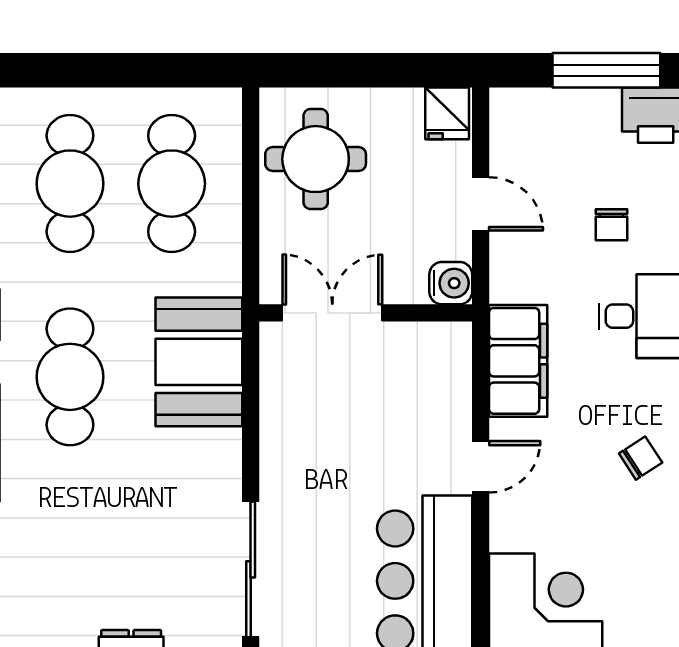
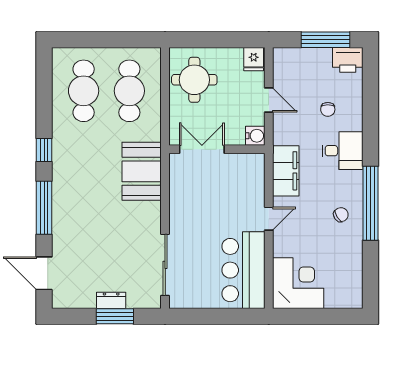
cafe table: (70, 377) -> (84, 178), removed

